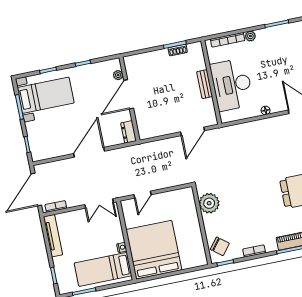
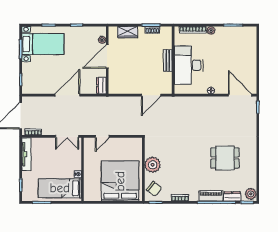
wardrobe: (148, 59) -> (128, 32), added
plant: (209, 203) -> (153, 165), moved
bed: (154, 250) -> (120, 181), moved

